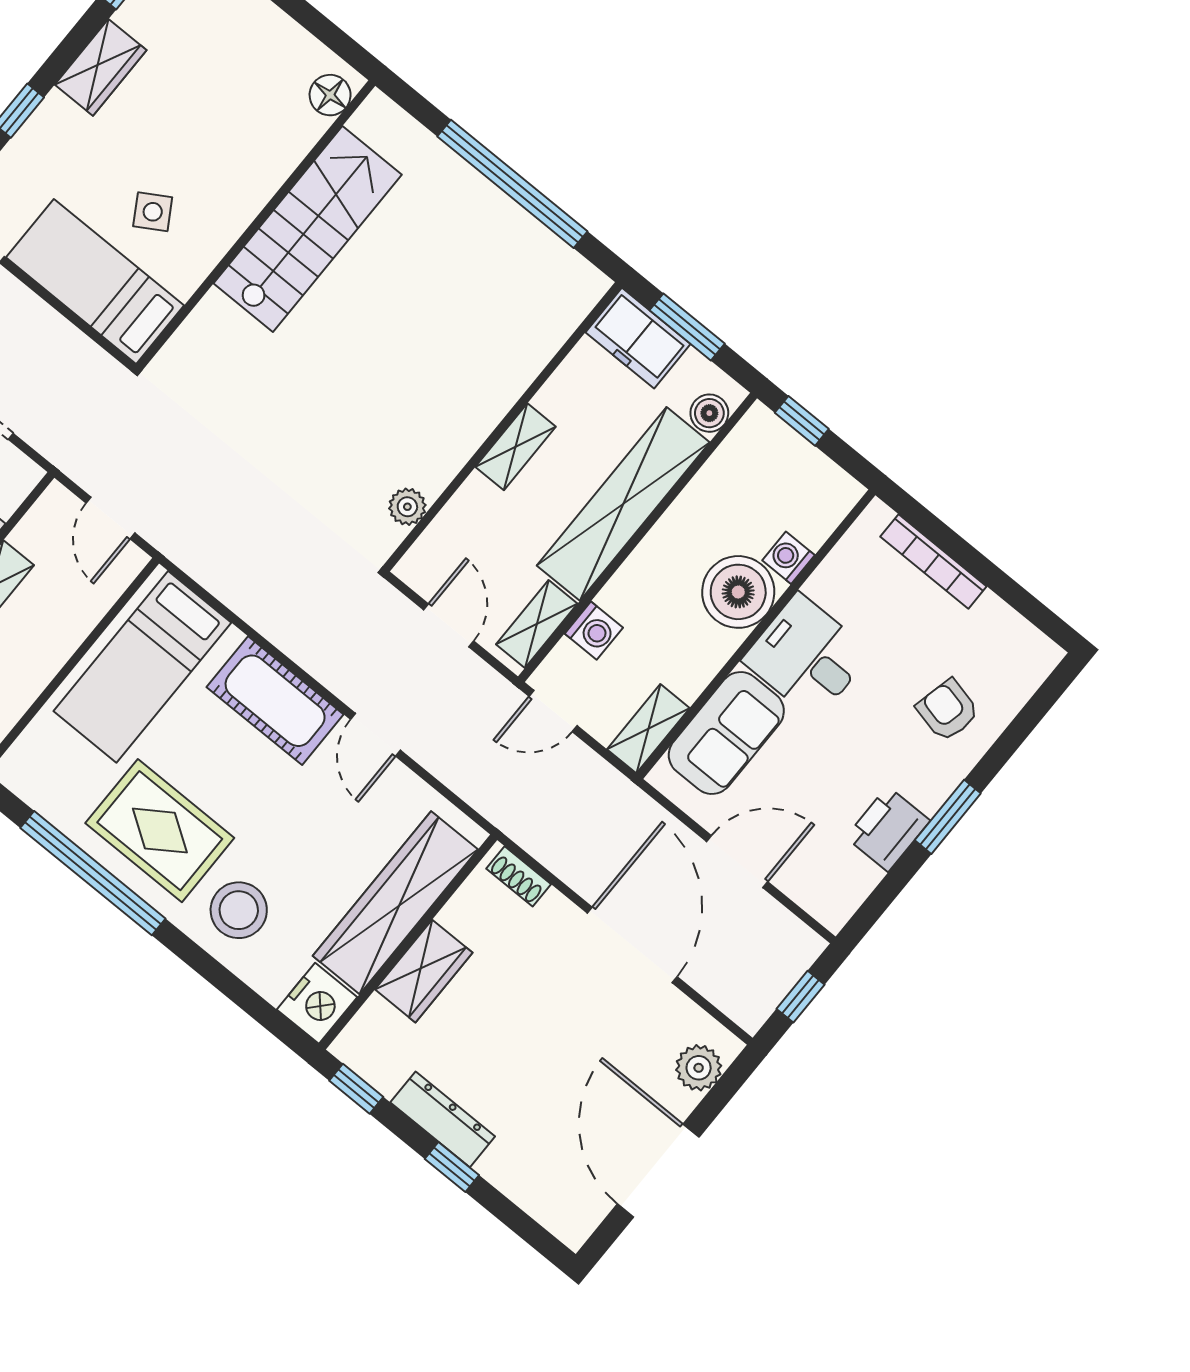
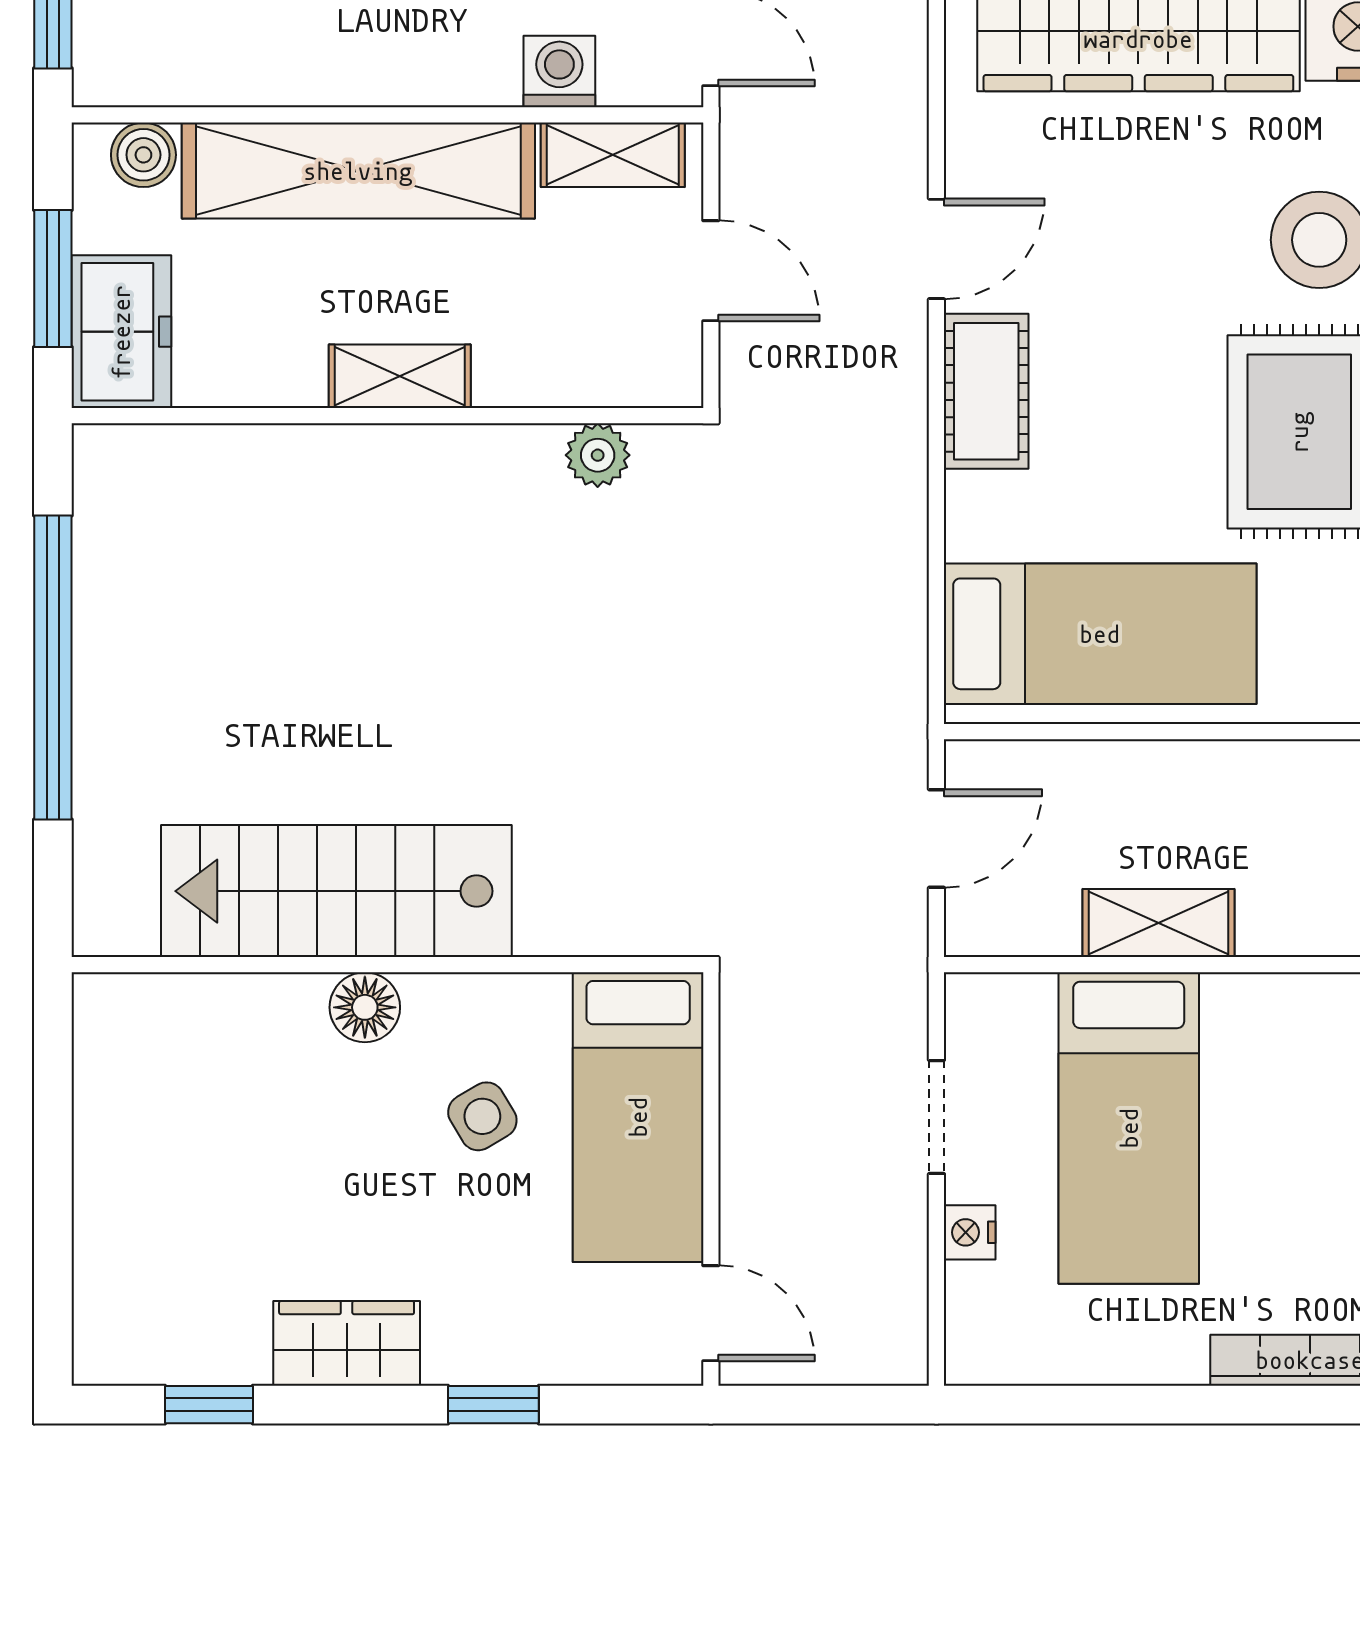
floor lamp: (330, 95) -> (365, 1007), moved
door: (449, 625) -> (711, 271), swing flipped
cot: (275, 701) -> (986, 391), width x0.73, depth x0.75

